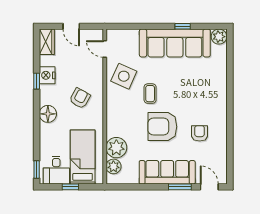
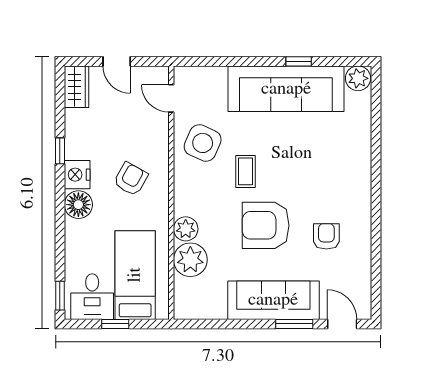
nightstand: (47, 75) -> (77, 175), moved
plant: (113, 166) -> (186, 229), moved

